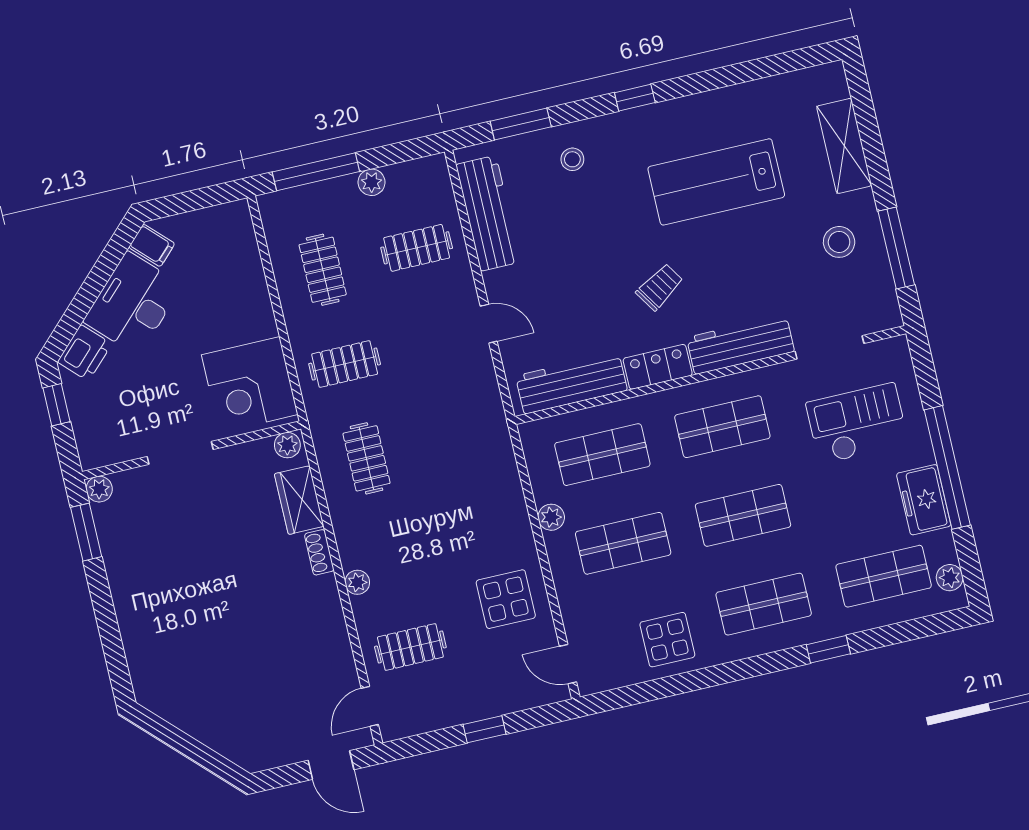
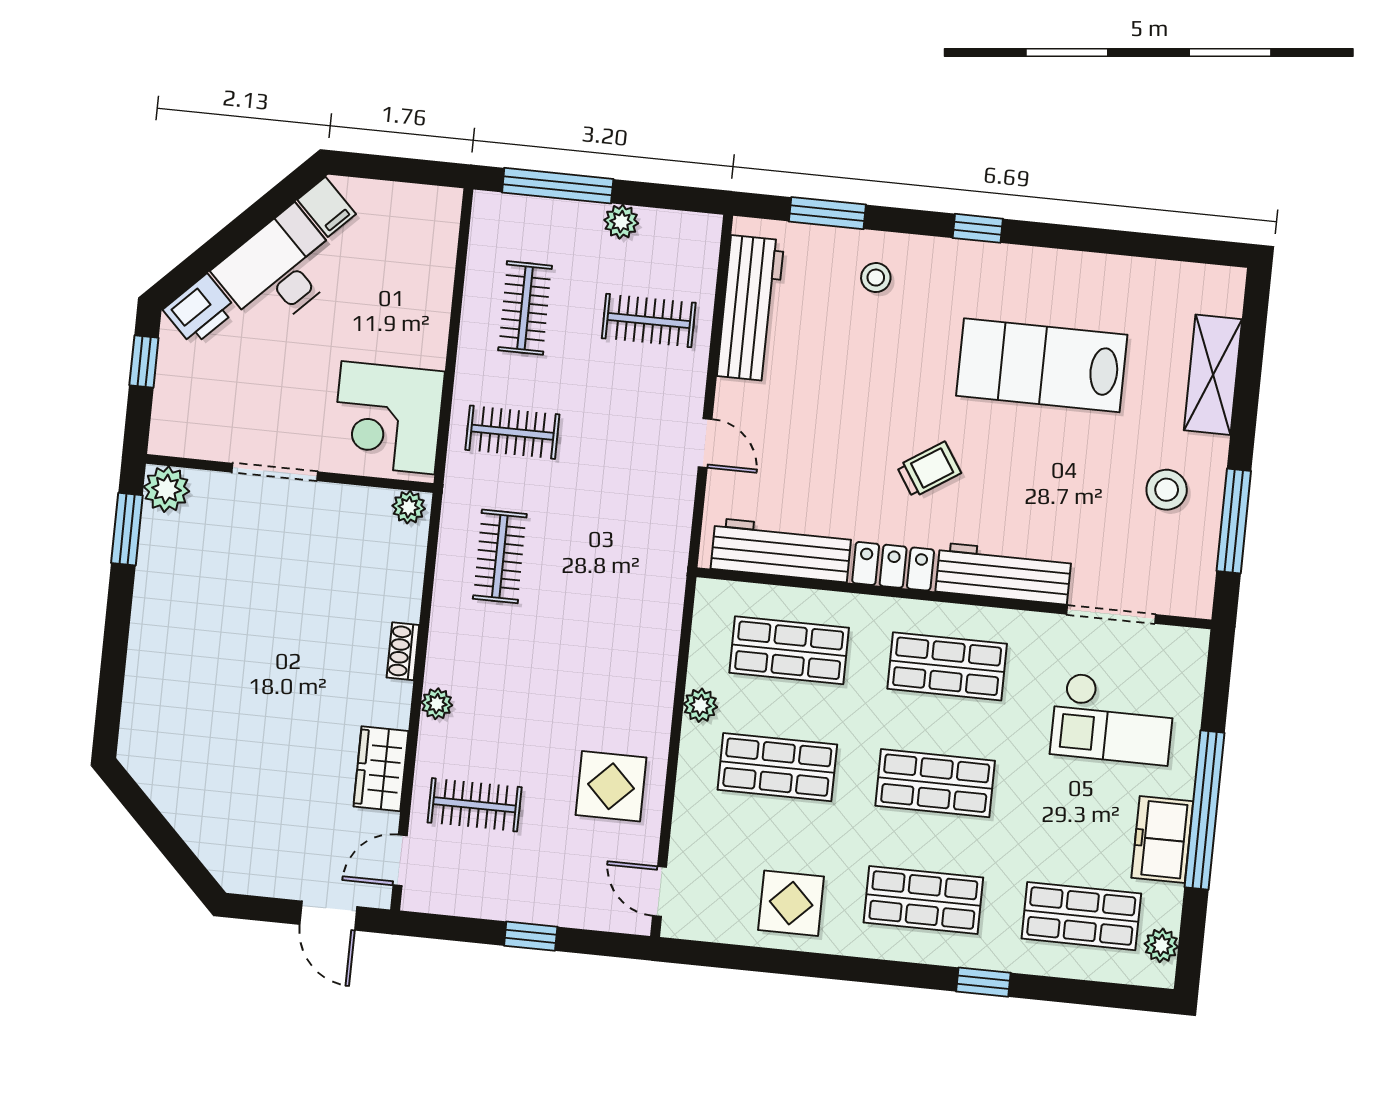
checkout: (857, 424) -> (1113, 719), turned 180
plant: (99, 489) -> (166, 489), width x1.38, depth x1.38
wardrobe: (299, 500) -> (381, 769), moved

